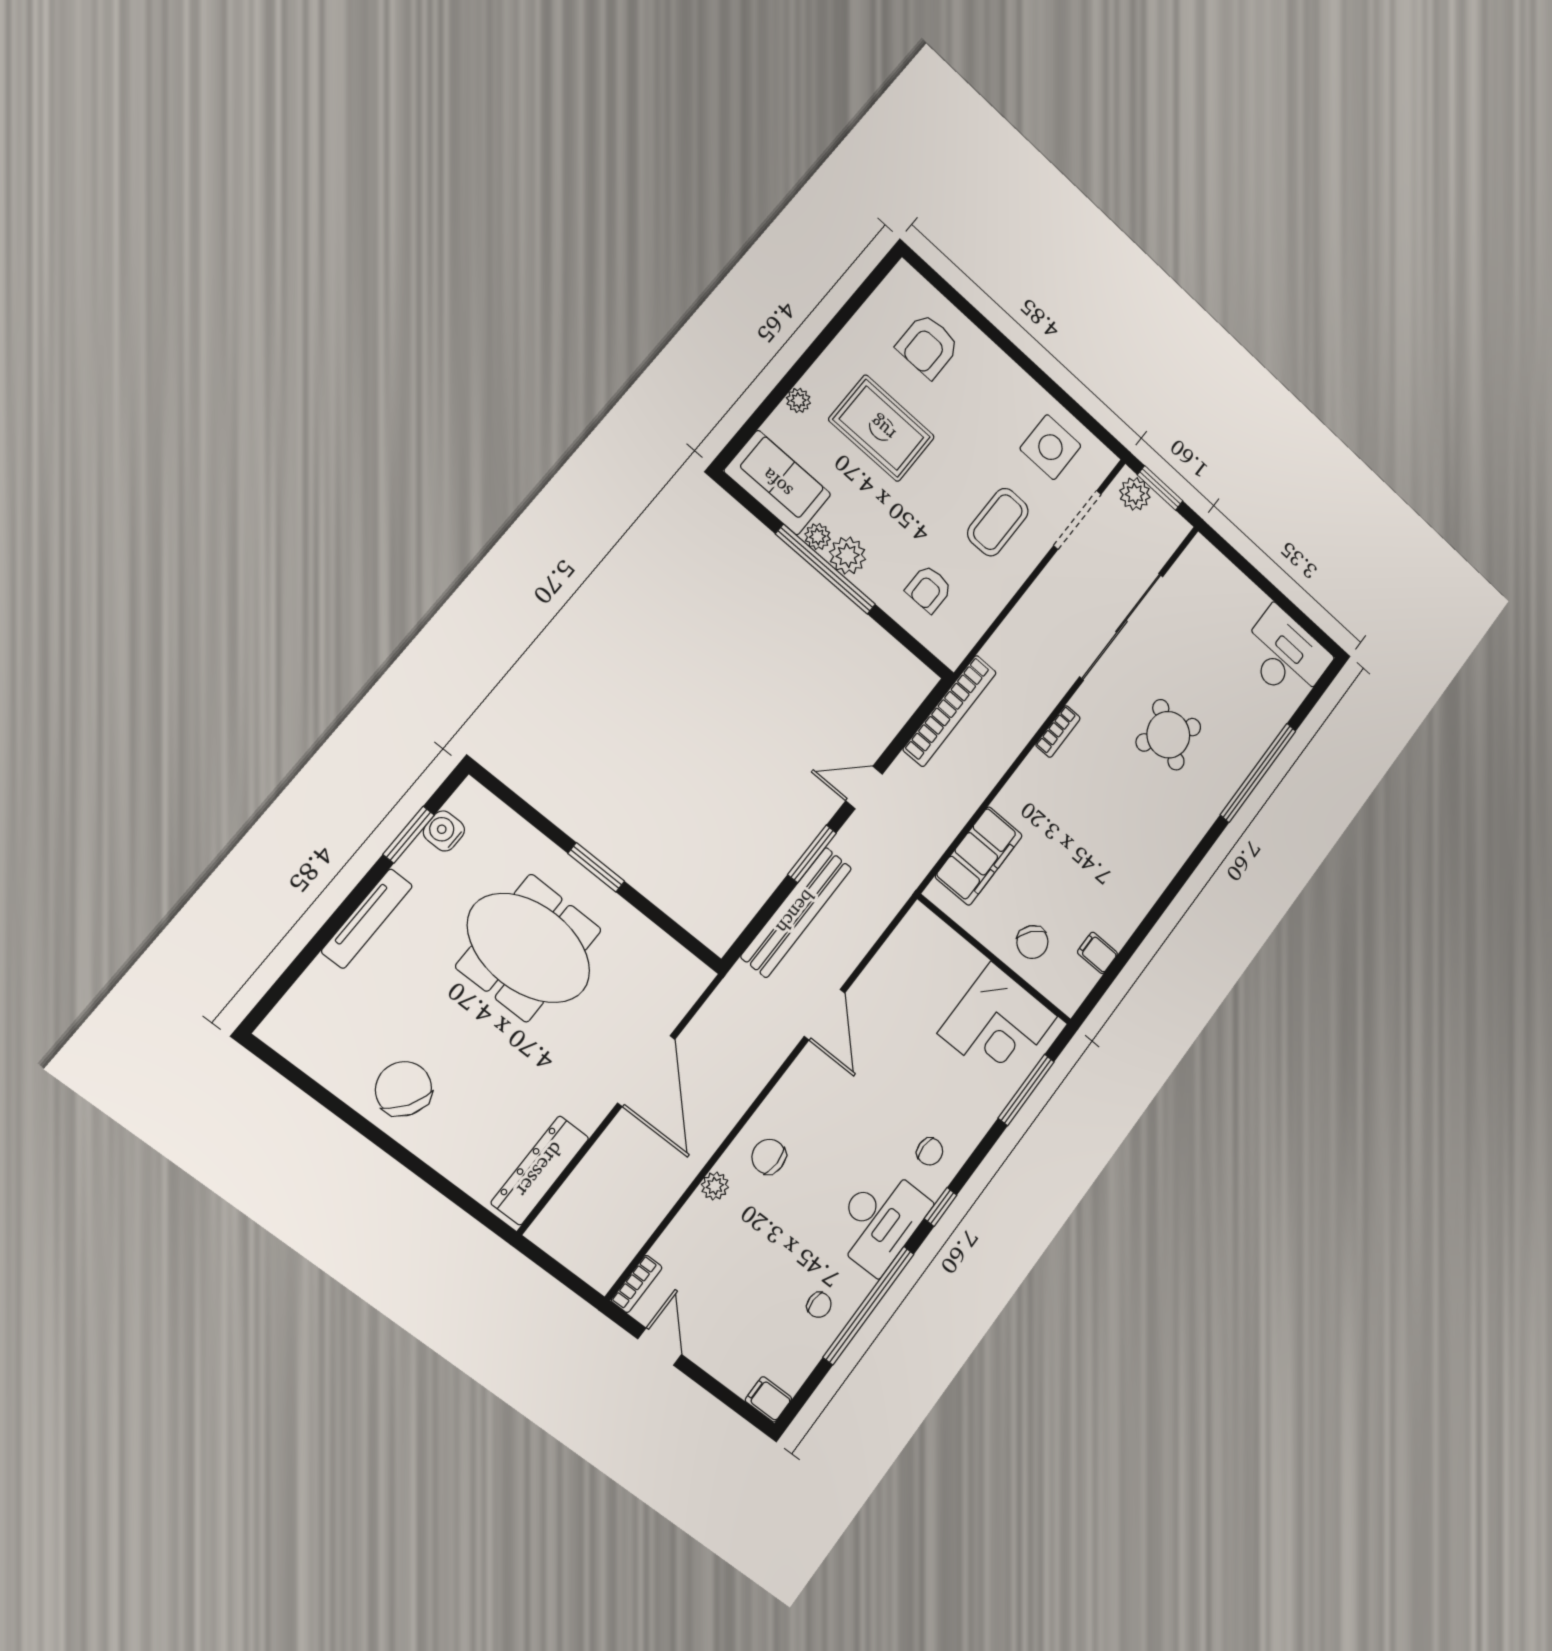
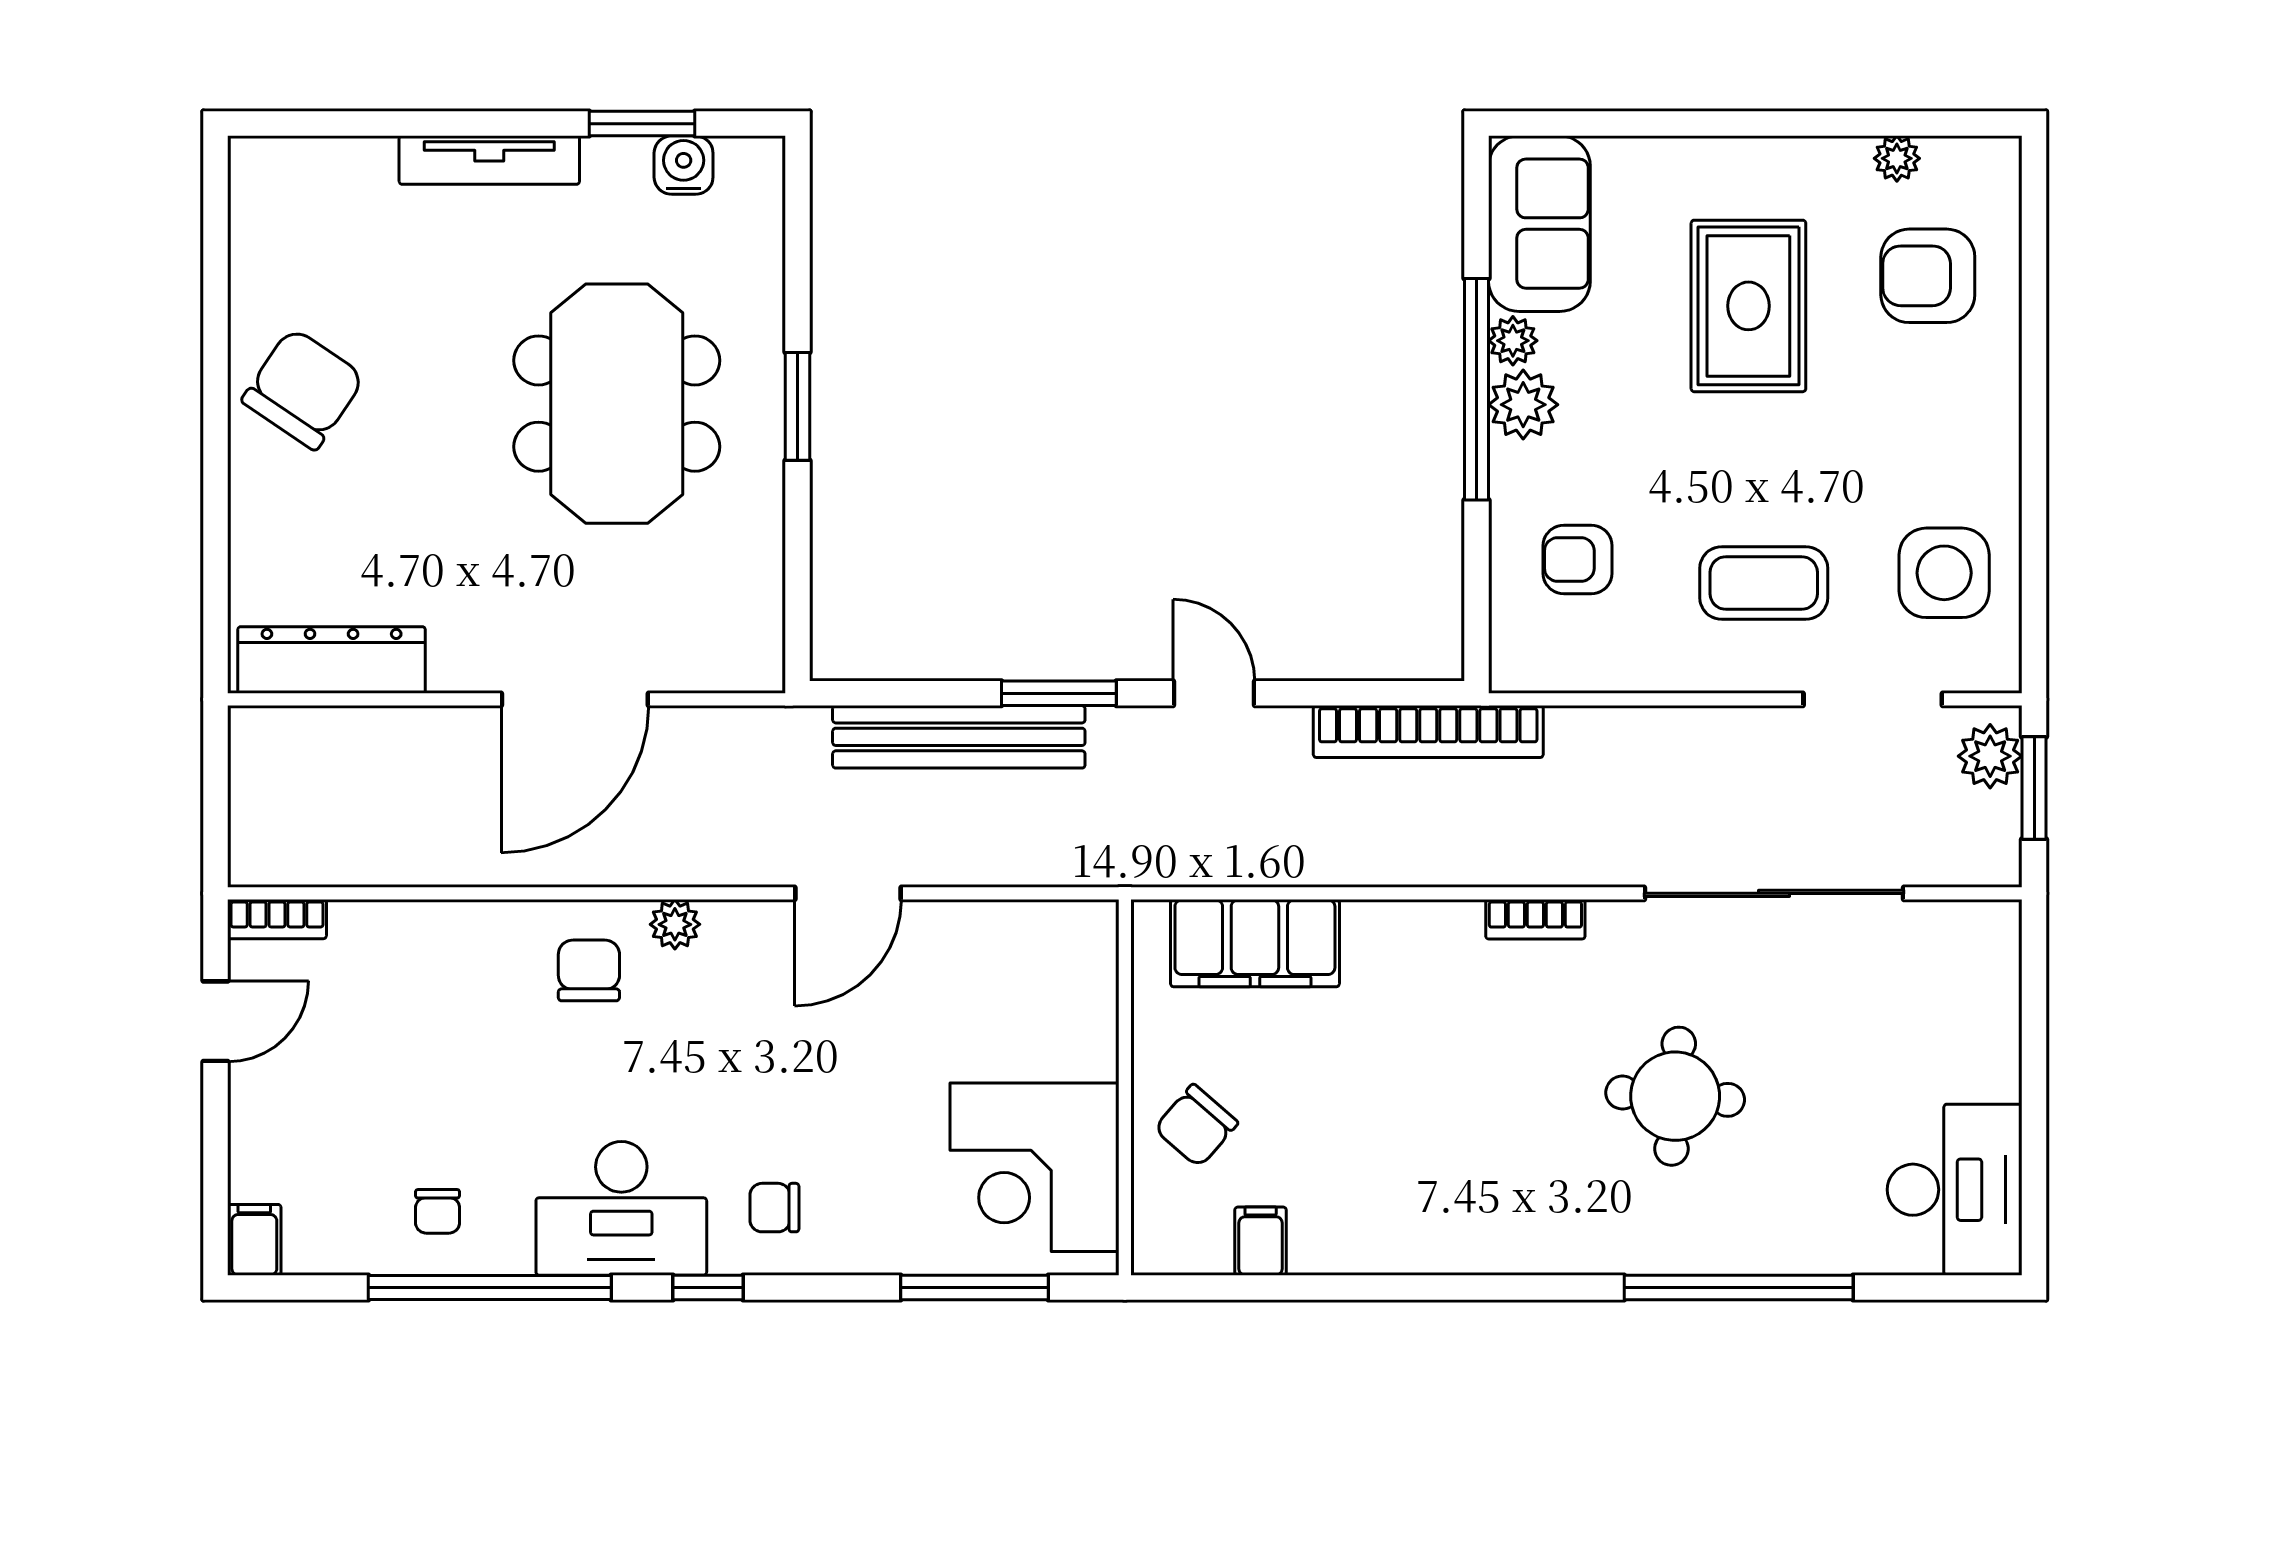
plant: (798, 400) -> (1897, 158), moved
round table: (1168, 735) -> (1675, 1096), turned -30
chair: (930, 1152) -> (774, 1208), turned 90
plant: (715, 1186) -> (675, 924), moved

